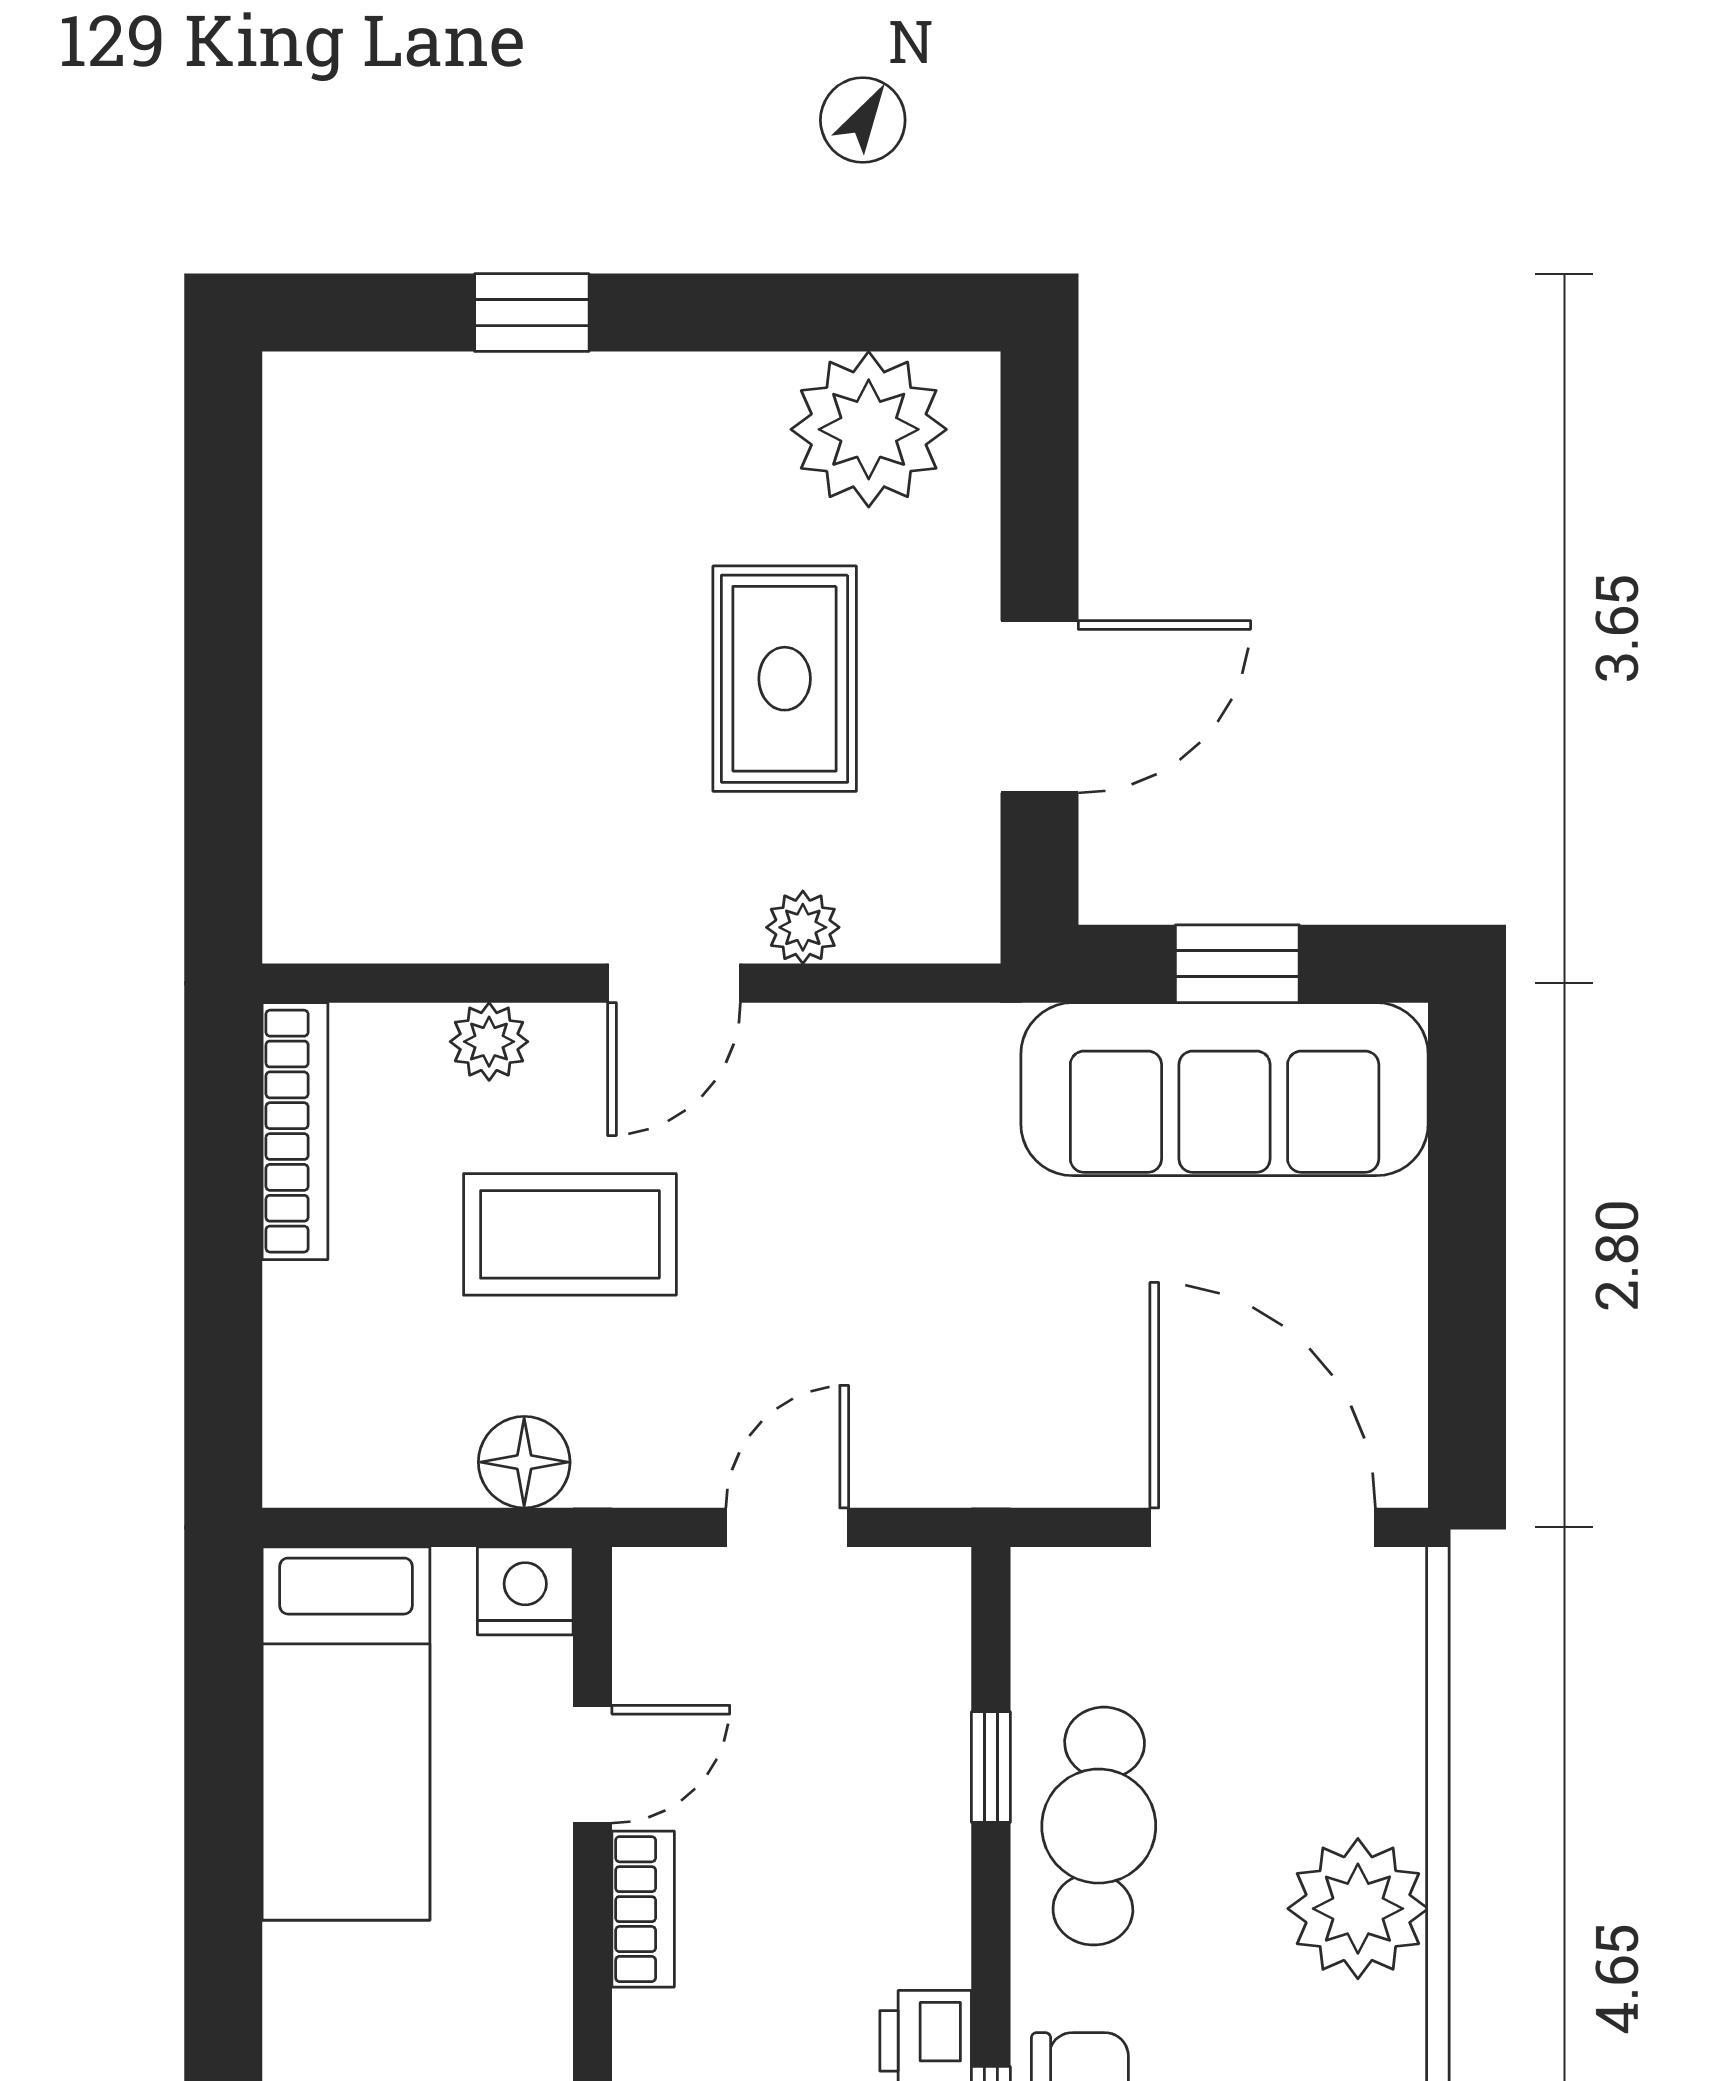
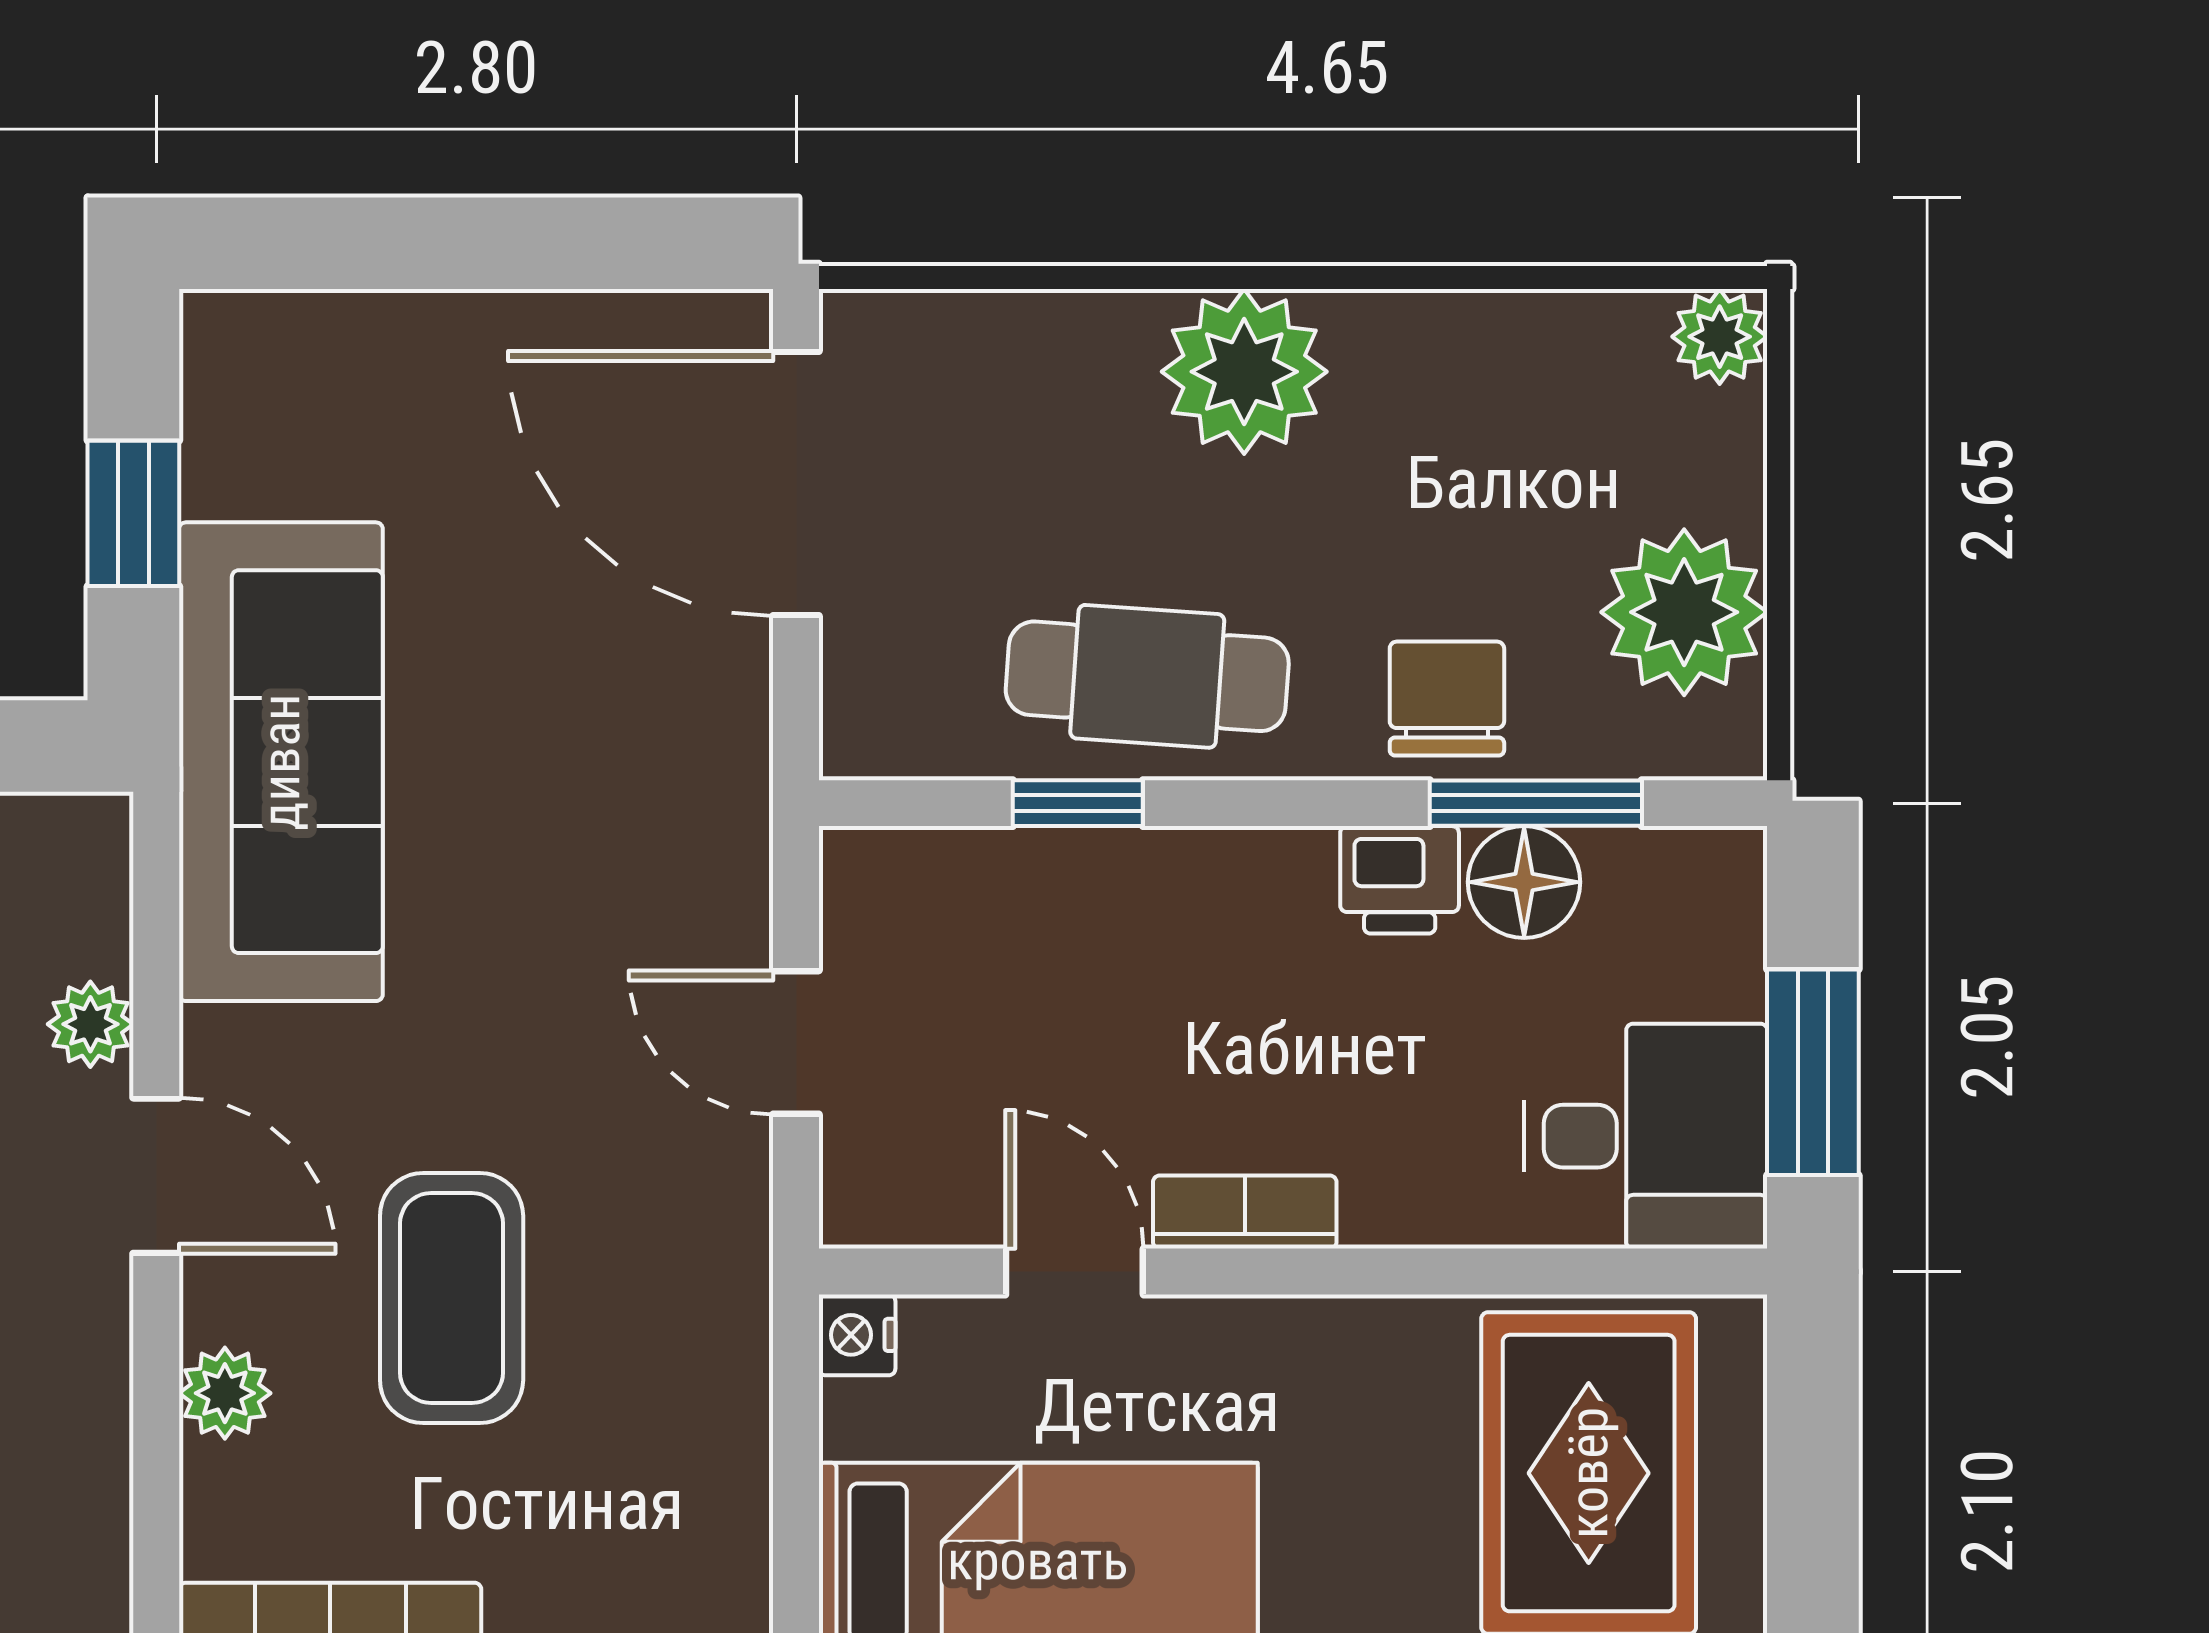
sofa: (1225, 1089) -> (281, 762), moved
floor lamp: (524, 1462) -> (719, 1352), removed
door: (1263, 1527) -> (796, 484), hinge flipped
nightstand: (525, 1591) -> (857, 1335), width x0.72, depth x0.74

